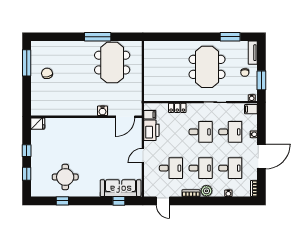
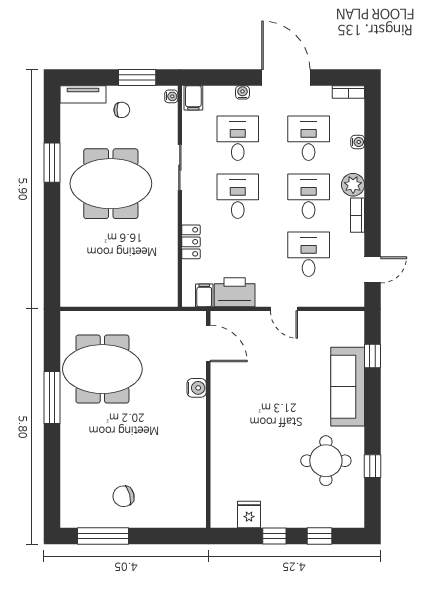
window: (230, 37) -> (52, 163), moved
fridge: (38, 124) -> (249, 515), moved
sofa: (121, 188) -> (348, 387), moved

